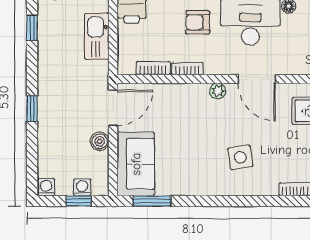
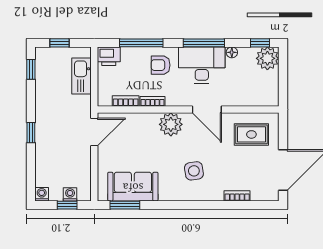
plant: (218, 91) -> (171, 124), width x1.87, depth x1.87
boiler: (100, 141) -> (84, 158), removed
sofa: (136, 164) -> (133, 187), moved, turned -90

